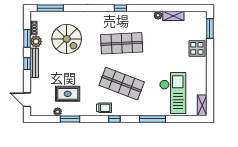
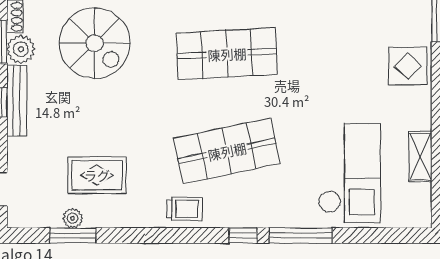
shop shelf: (122, 84) -> (227, 151), turned -33
shelving: (202, 105) -> (420, 157), moved
window: (70, 119) -> (73, 236), moved
window: (114, 119) -> (243, 236), moved

